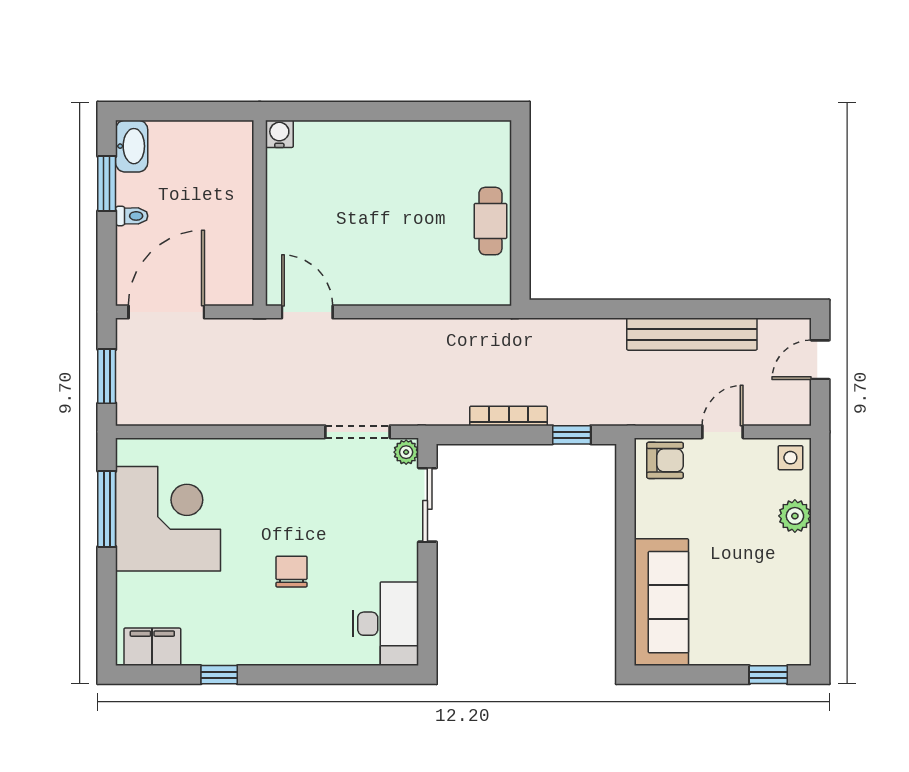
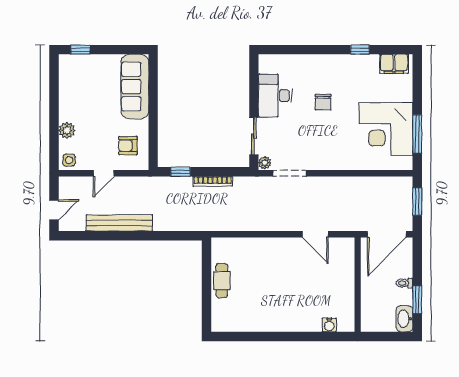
wall: (260, 213) -> (358, 285), moved
armchair: (665, 460) -> (128, 146), moved
desk: (386, 624) -> (275, 96), moved

